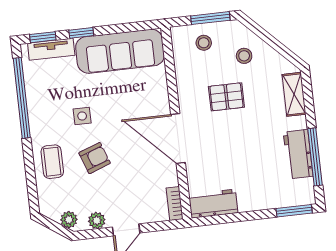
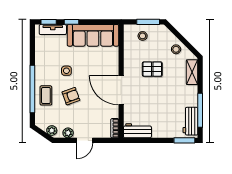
stool: (244, 56) -> (176, 49), moved
window: (22, 98) -> (32, 89), moved
workbench: (298, 154) -> (190, 121), moved

